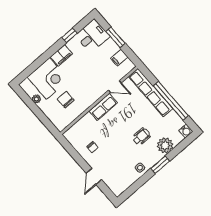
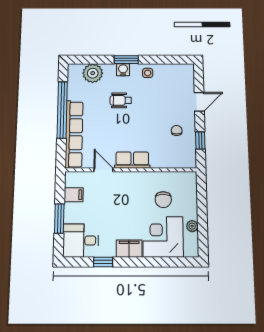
water cooler: (186, 131) -> (123, 70), moved
plant: (165, 145) -> (93, 73), moved
window: (74, 153) -> (200, 140), added

